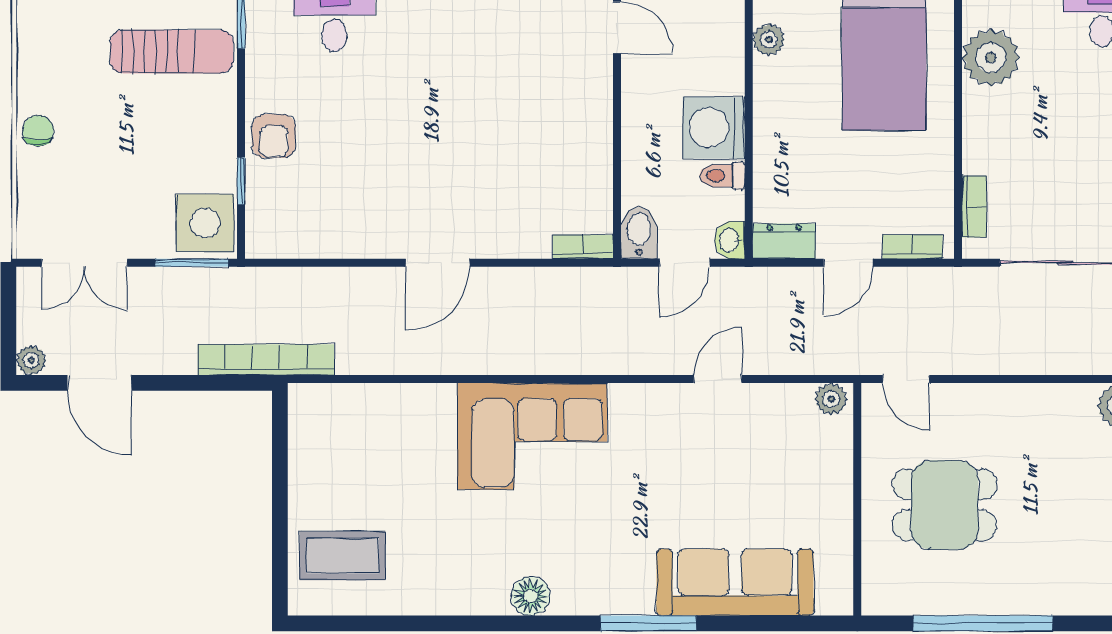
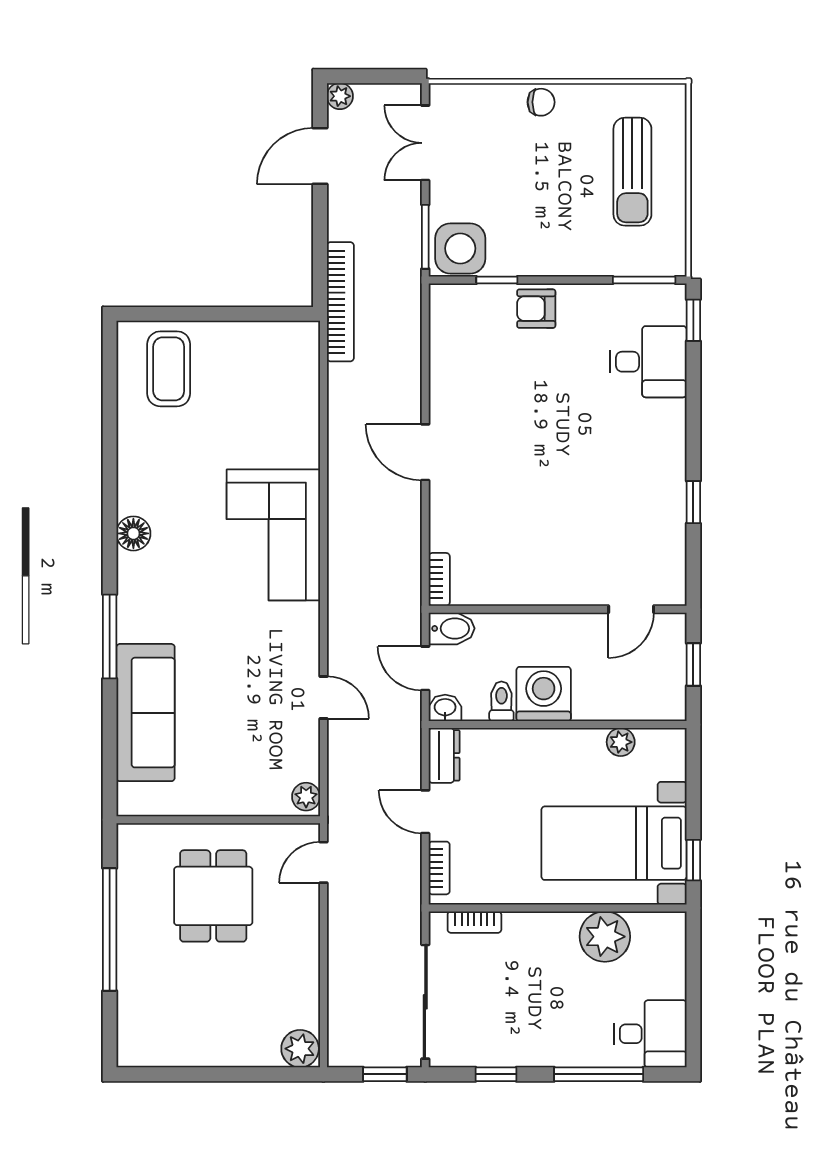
sun lounger: (172, 52) -> (632, 172), moved

